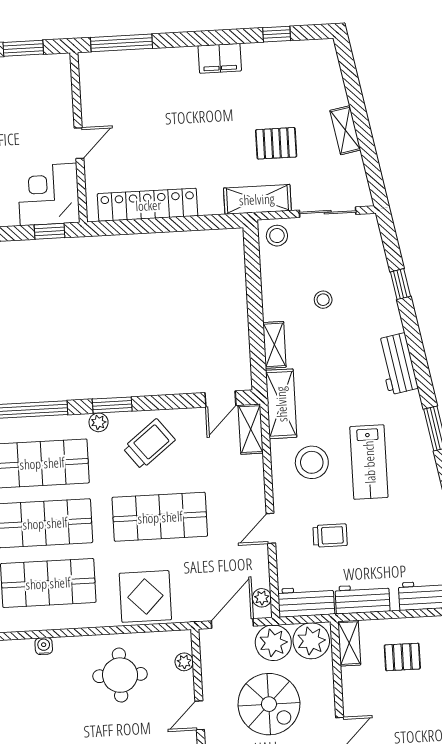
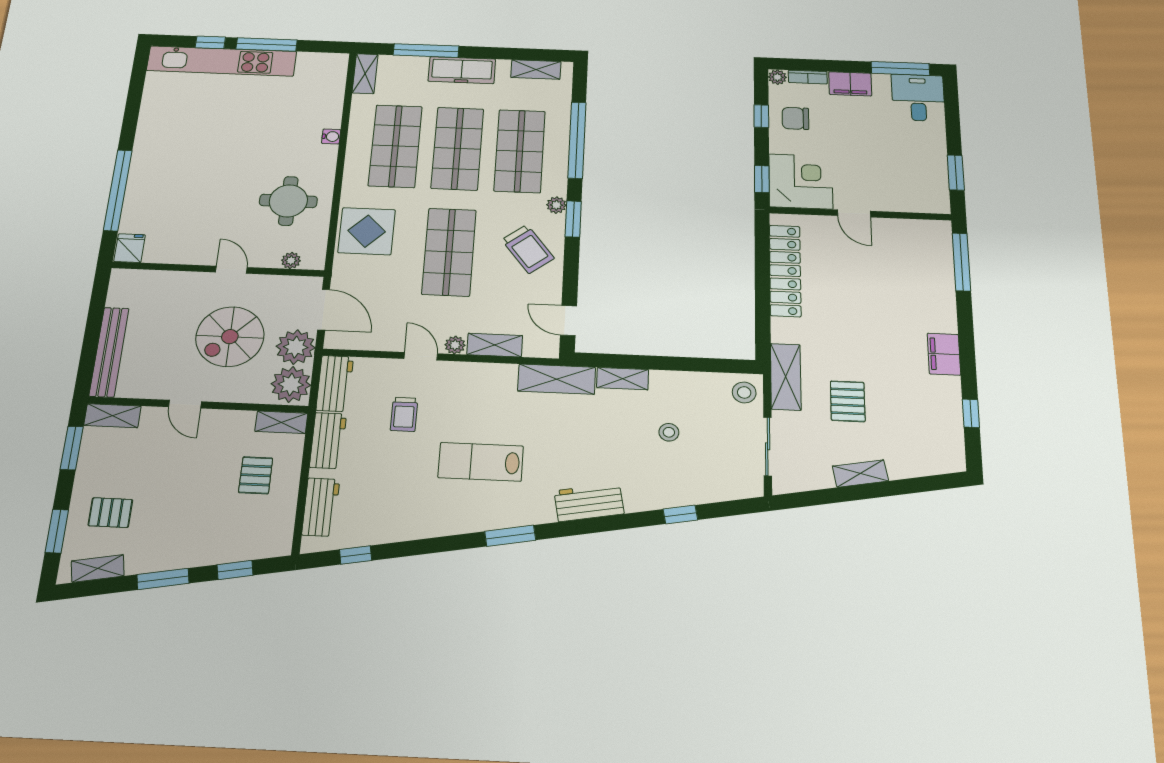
shelving: (251, 429) -> (495, 345), moved
stool: (312, 462) -> (488, 404), removed
plant: (262, 598) -> (455, 345), moved

